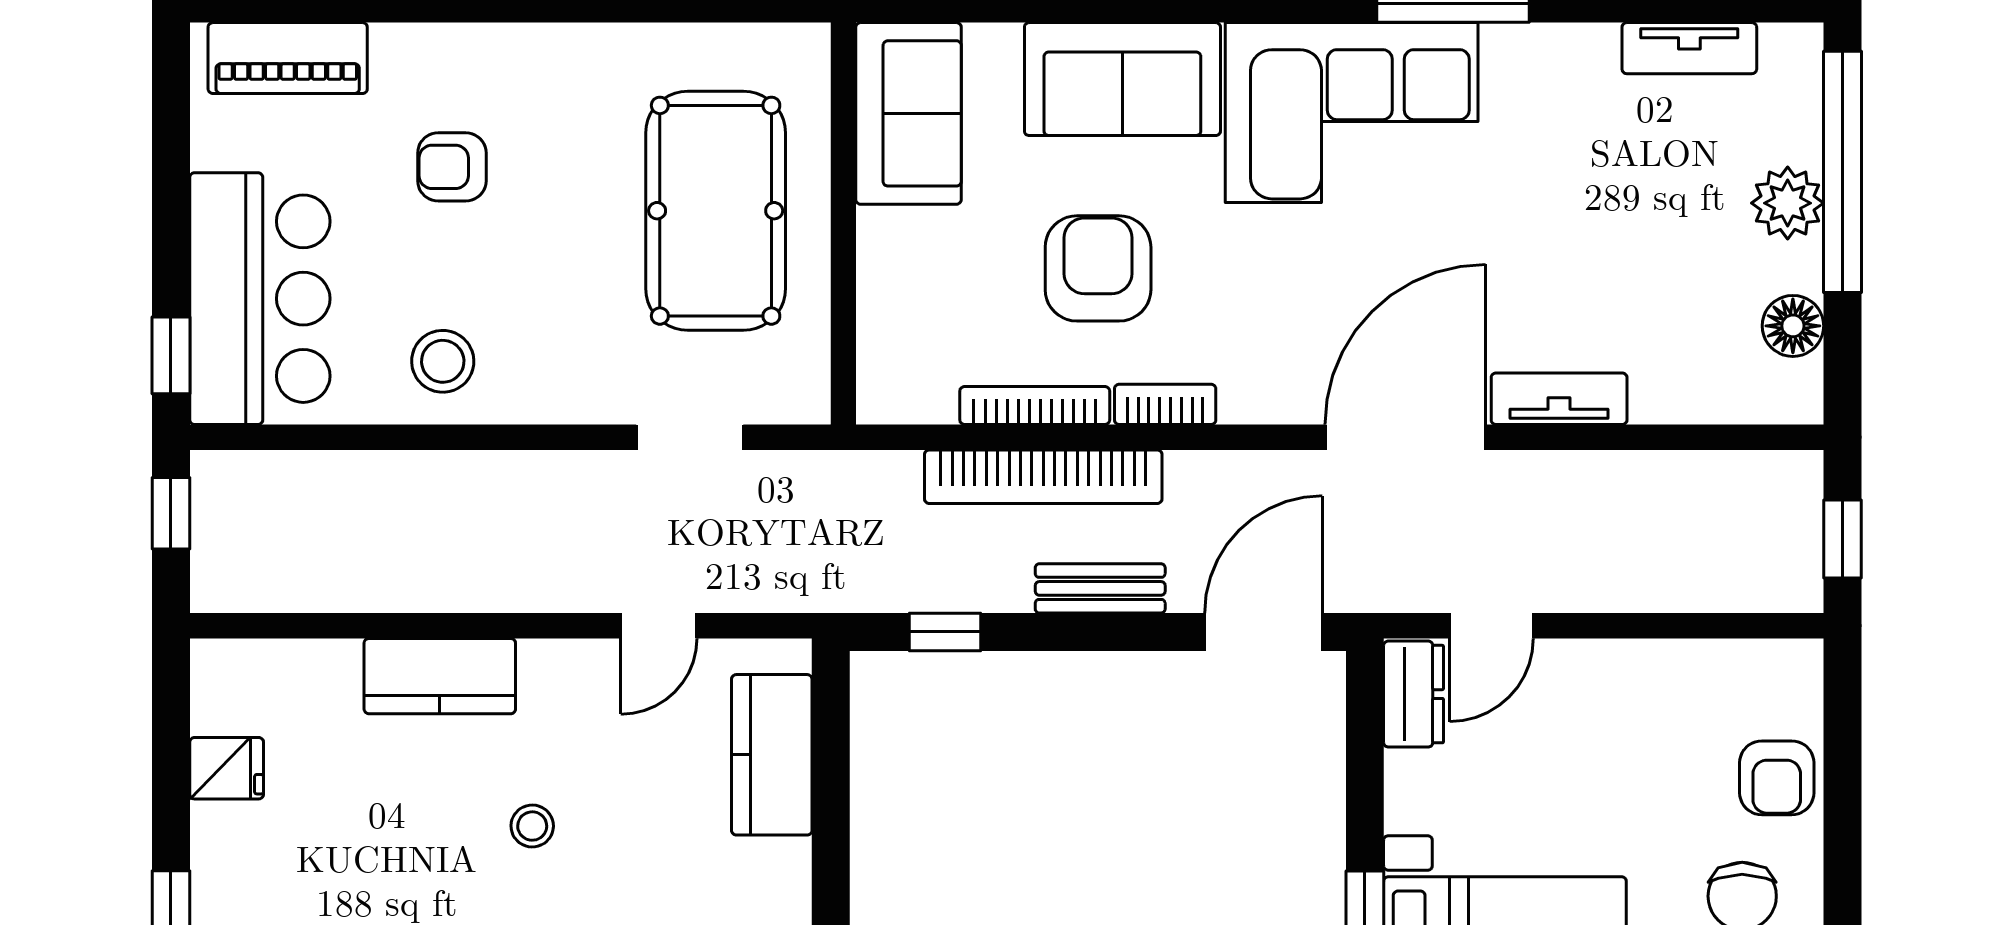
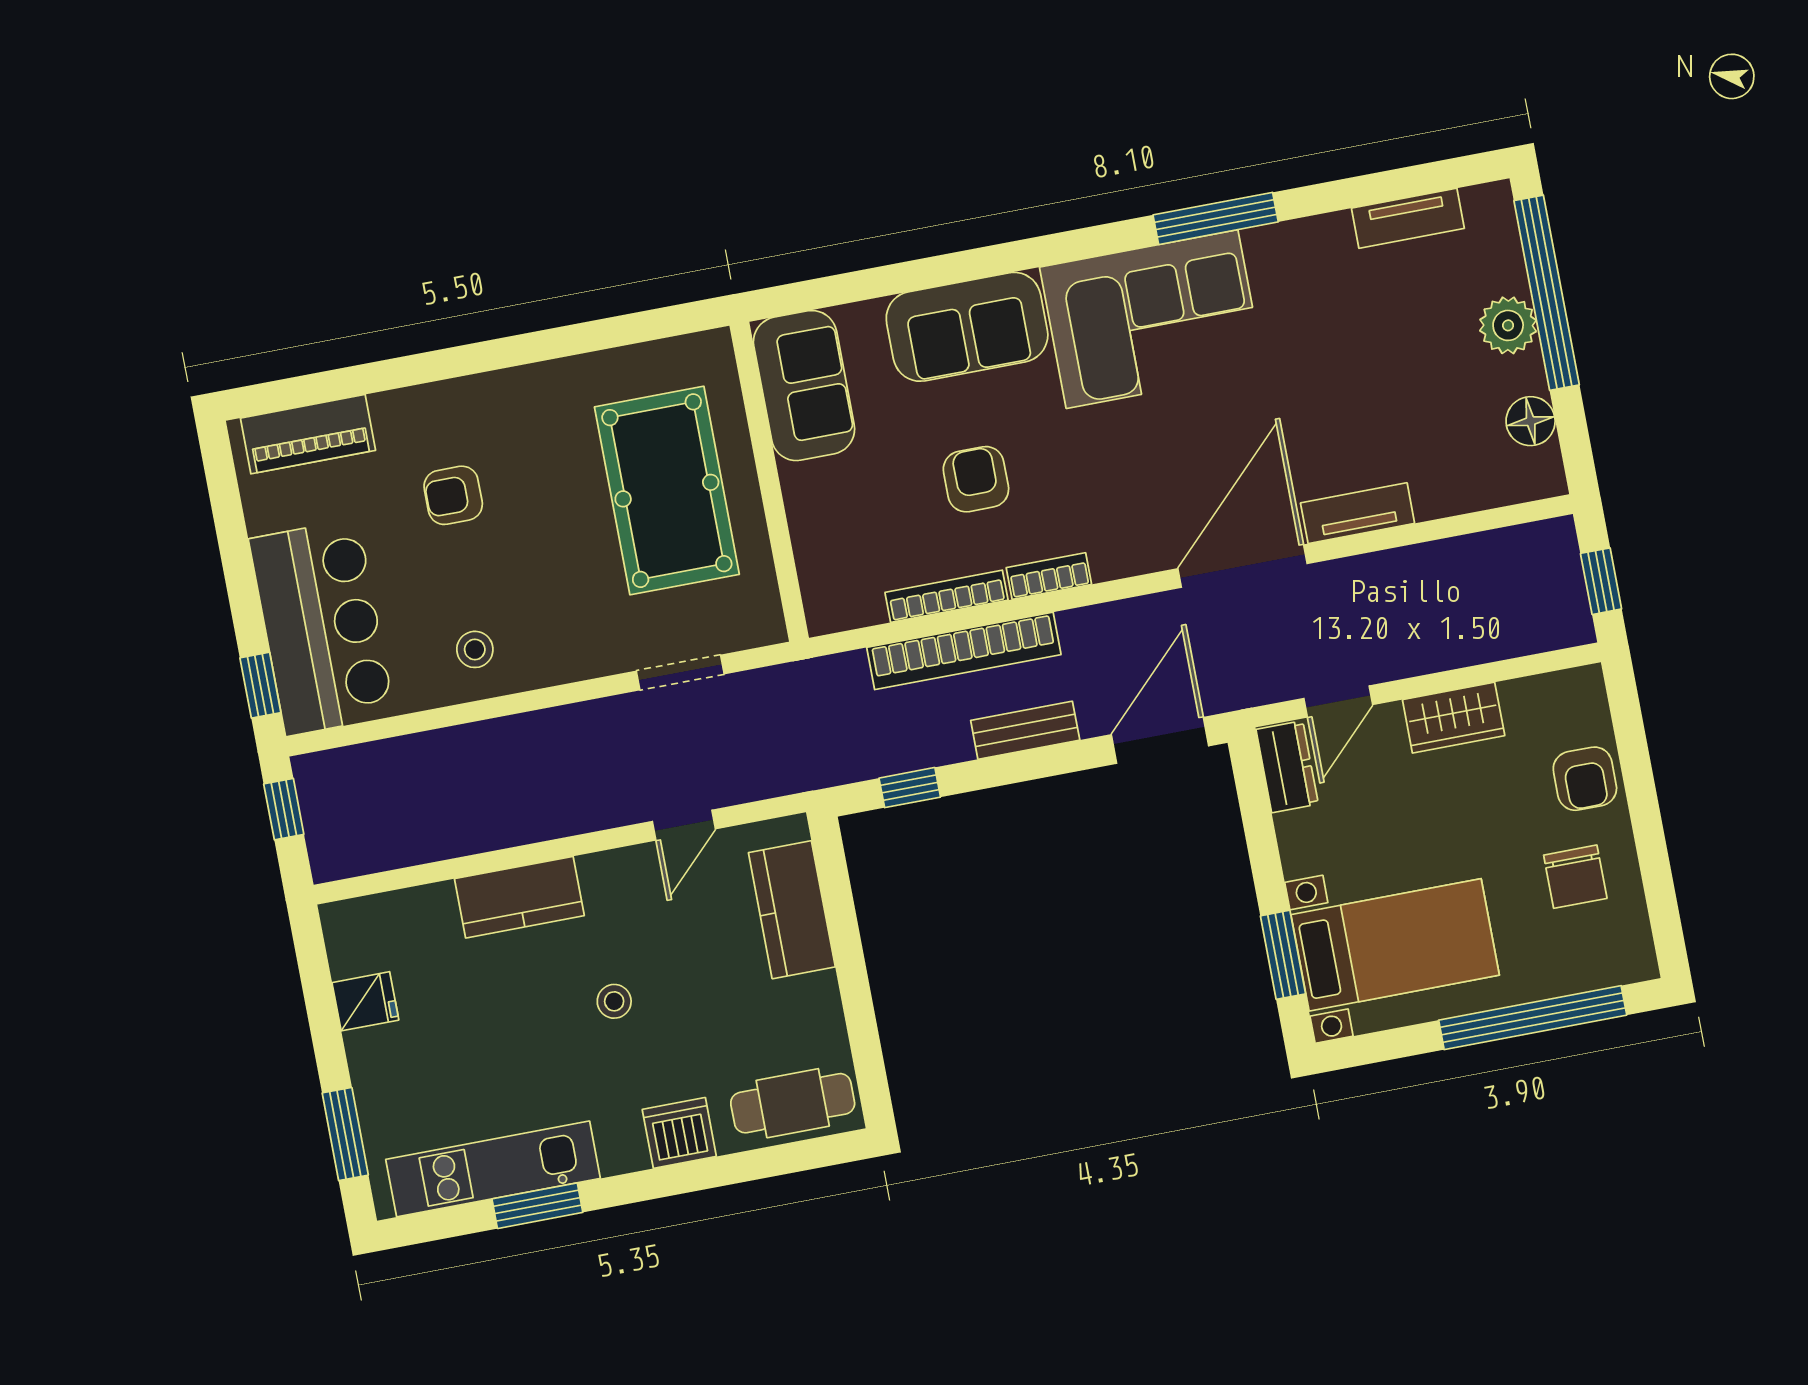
armchair: (1098, 268) -> (976, 479), width x0.72, depth x0.72
stool: (443, 361) -> (475, 649), width x0.73, depth x0.73
wardrobe: (1630, 672) -> (1454, 718), added

